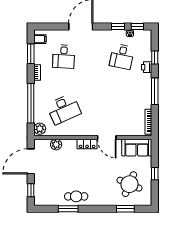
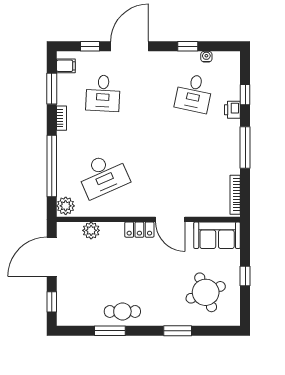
window: (137, 27) -> (90, 46), moved
round table: (129, 184) -> (206, 292), turned 45
window: (125, 209) -> (178, 331), moved

